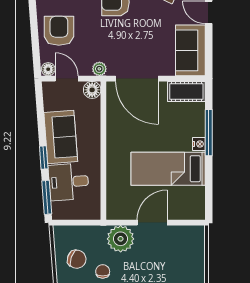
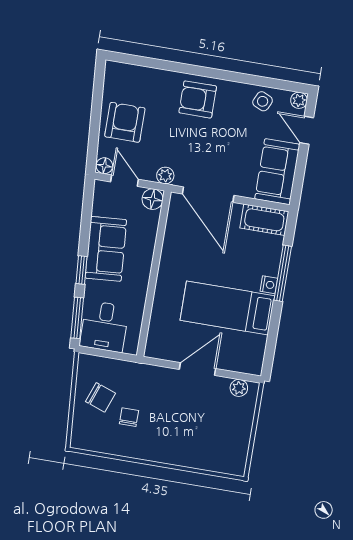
desk: (69, 182) -> (104, 326), moved, turned -86
plant: (121, 239) -> (239, 388), moved, width x0.53, depth x0.53

